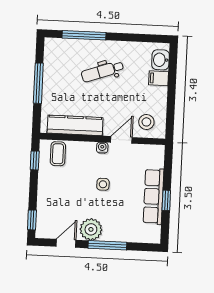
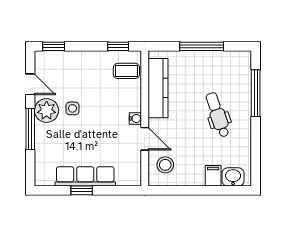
side table: (103, 184) -> (72, 108), moved

